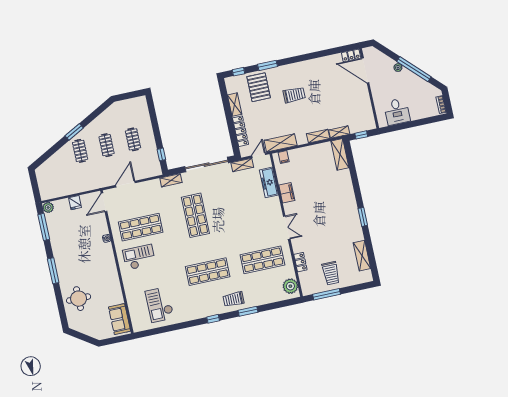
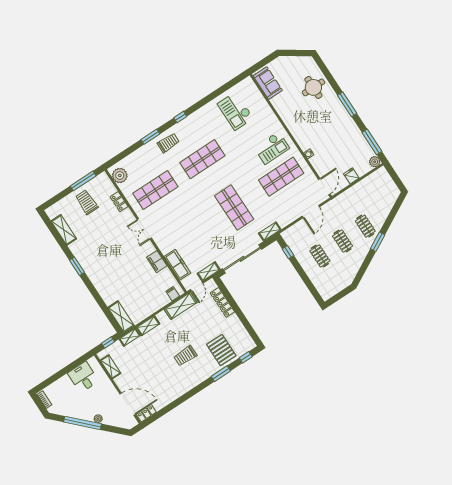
shelving: (235, 105) -> (110, 367), moved
checkout: (160, 305) -> (235, 111), turned 180

